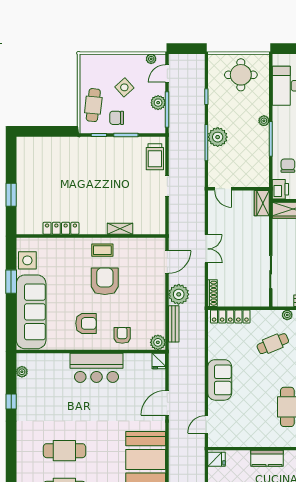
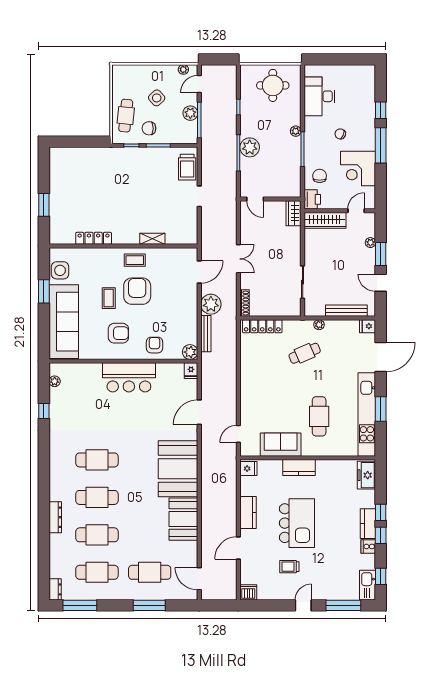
coffee table: (76, 288) -> (109, 298), added
sofa: (220, 380) -> (281, 445), moved, turned -90

